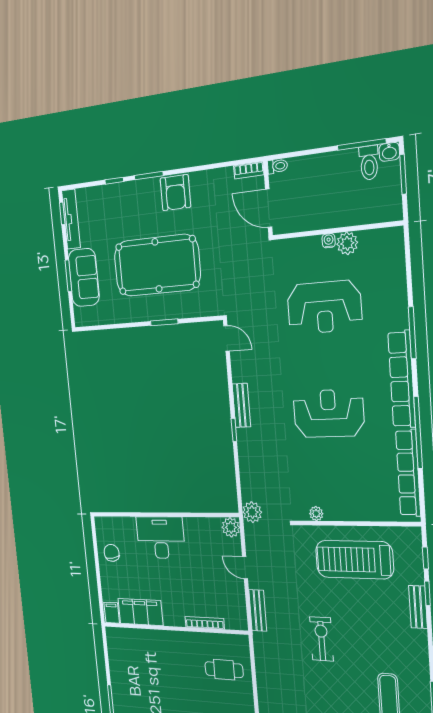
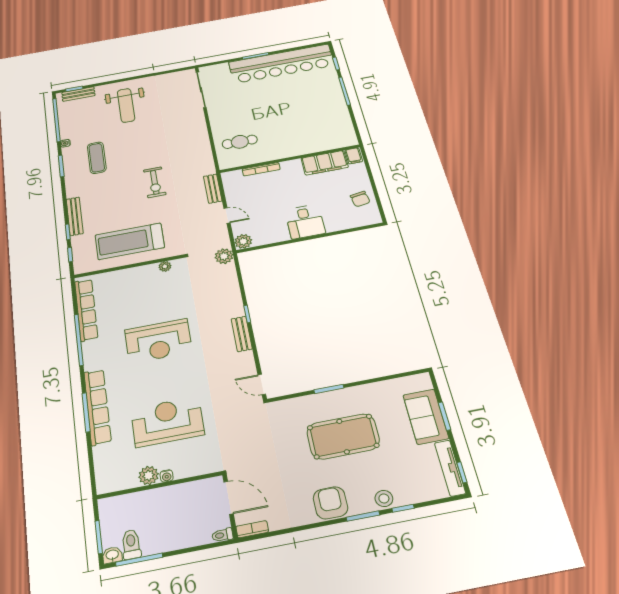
stool: (129, 193) -> (384, 498), added
pool table: (157, 265) -> (343, 436), width x0.73, depth x0.76
row of seats: (402, 379) -> (97, 407), moved
desk: (161, 538) -> (305, 222), width x0.73
treadmill: (354, 560) -> (130, 241), turned 180
bench: (418, 607) -> (75, 216), width x1.36

